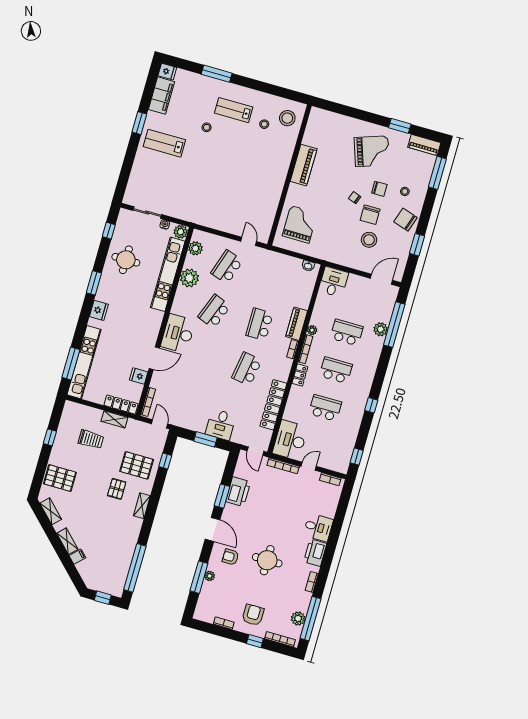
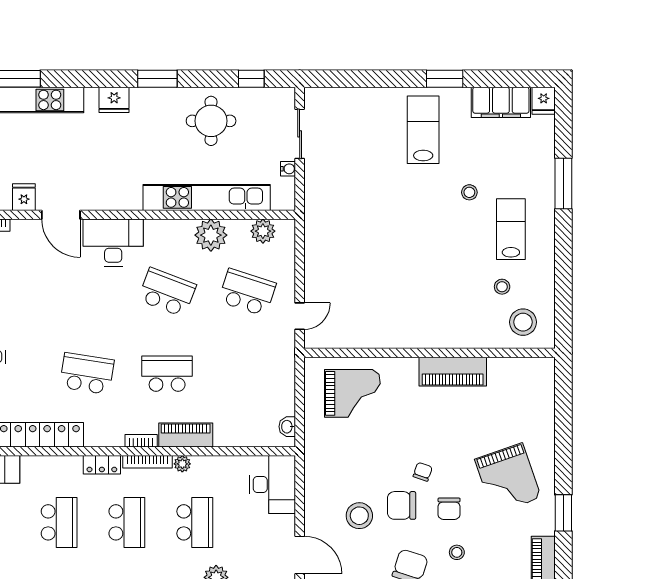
plant: (181, 232) -> (284, 199), removed
desk: (334, 282) -> (273, 484), width x1.37

